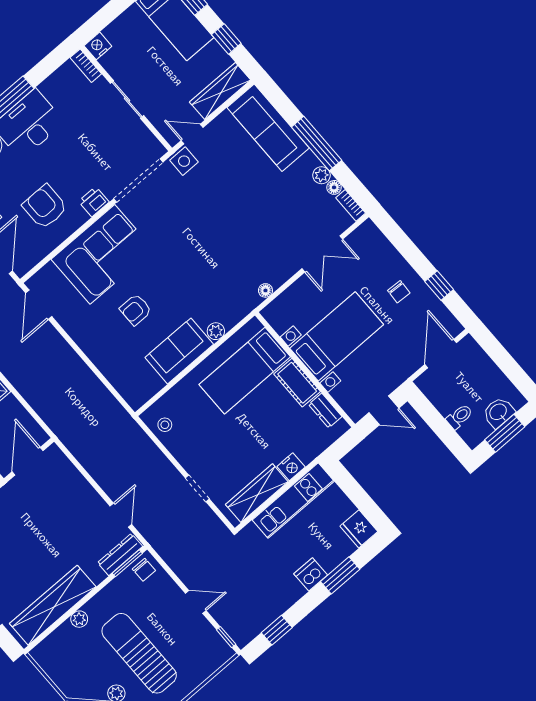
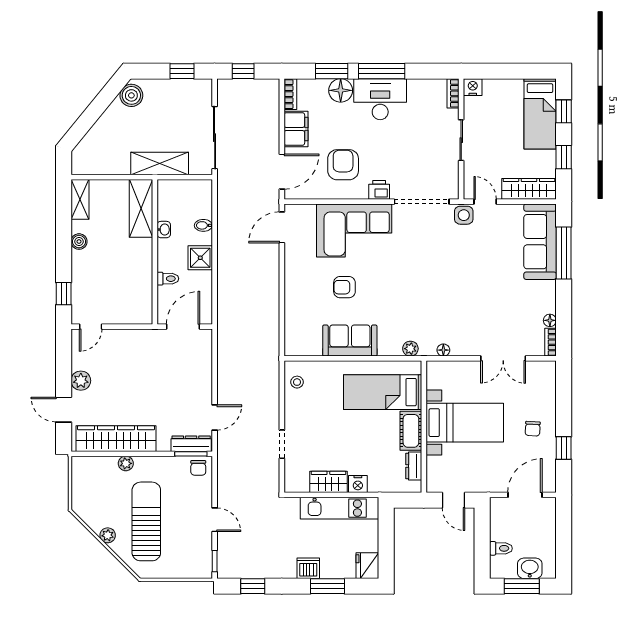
window: (317, 144) -> (564, 253), moved
plant: (322, 175) -> (548, 305), removed
plant: (216, 331) -> (410, 349), moved
wardrobe: (257, 493) -> (328, 482), width x0.67

